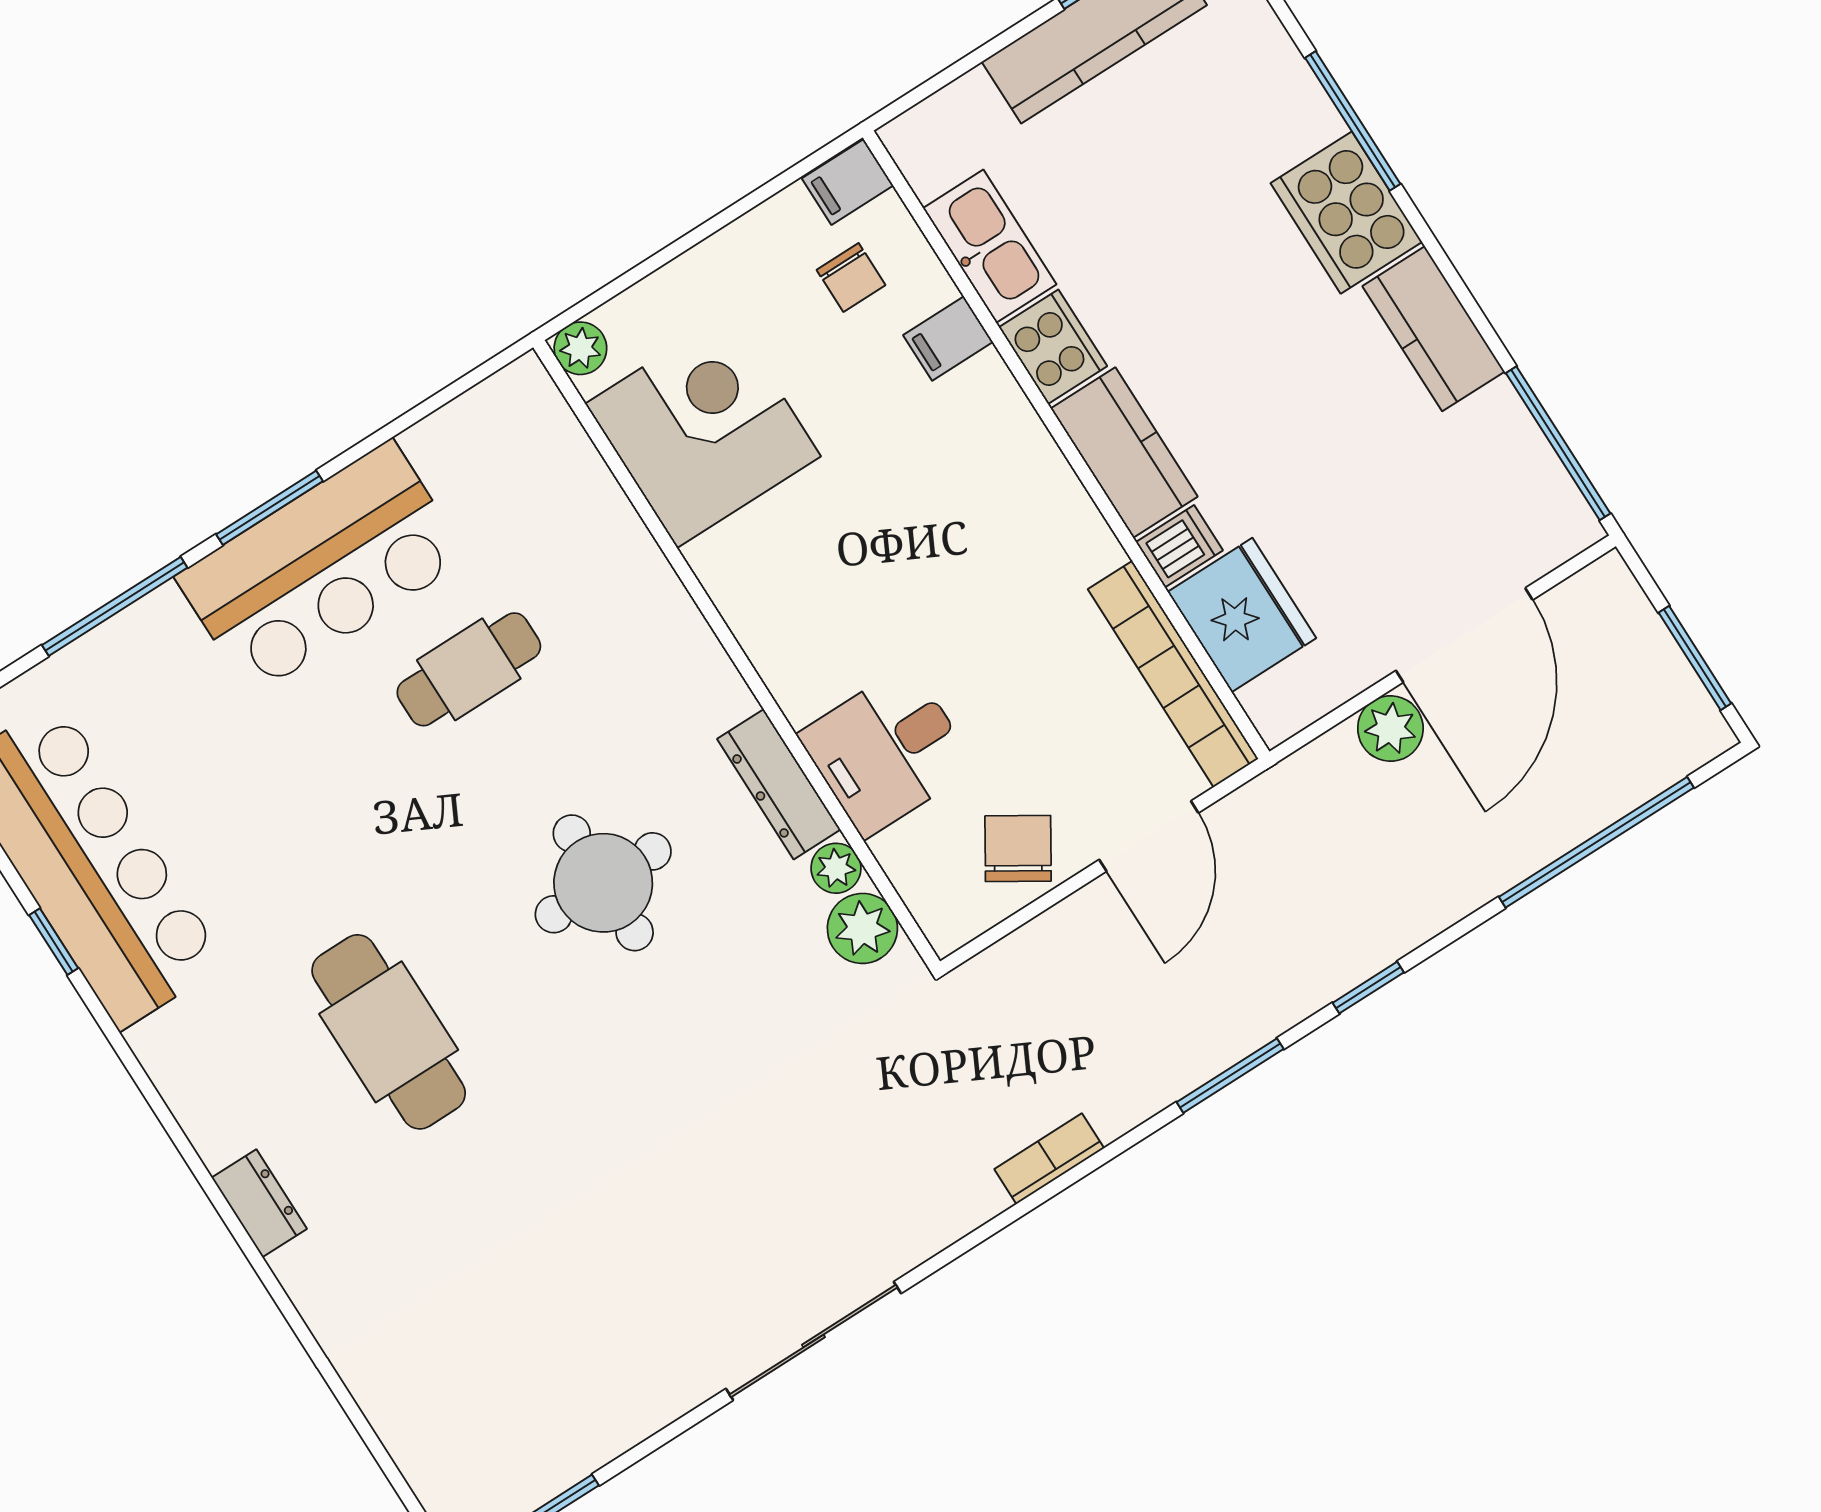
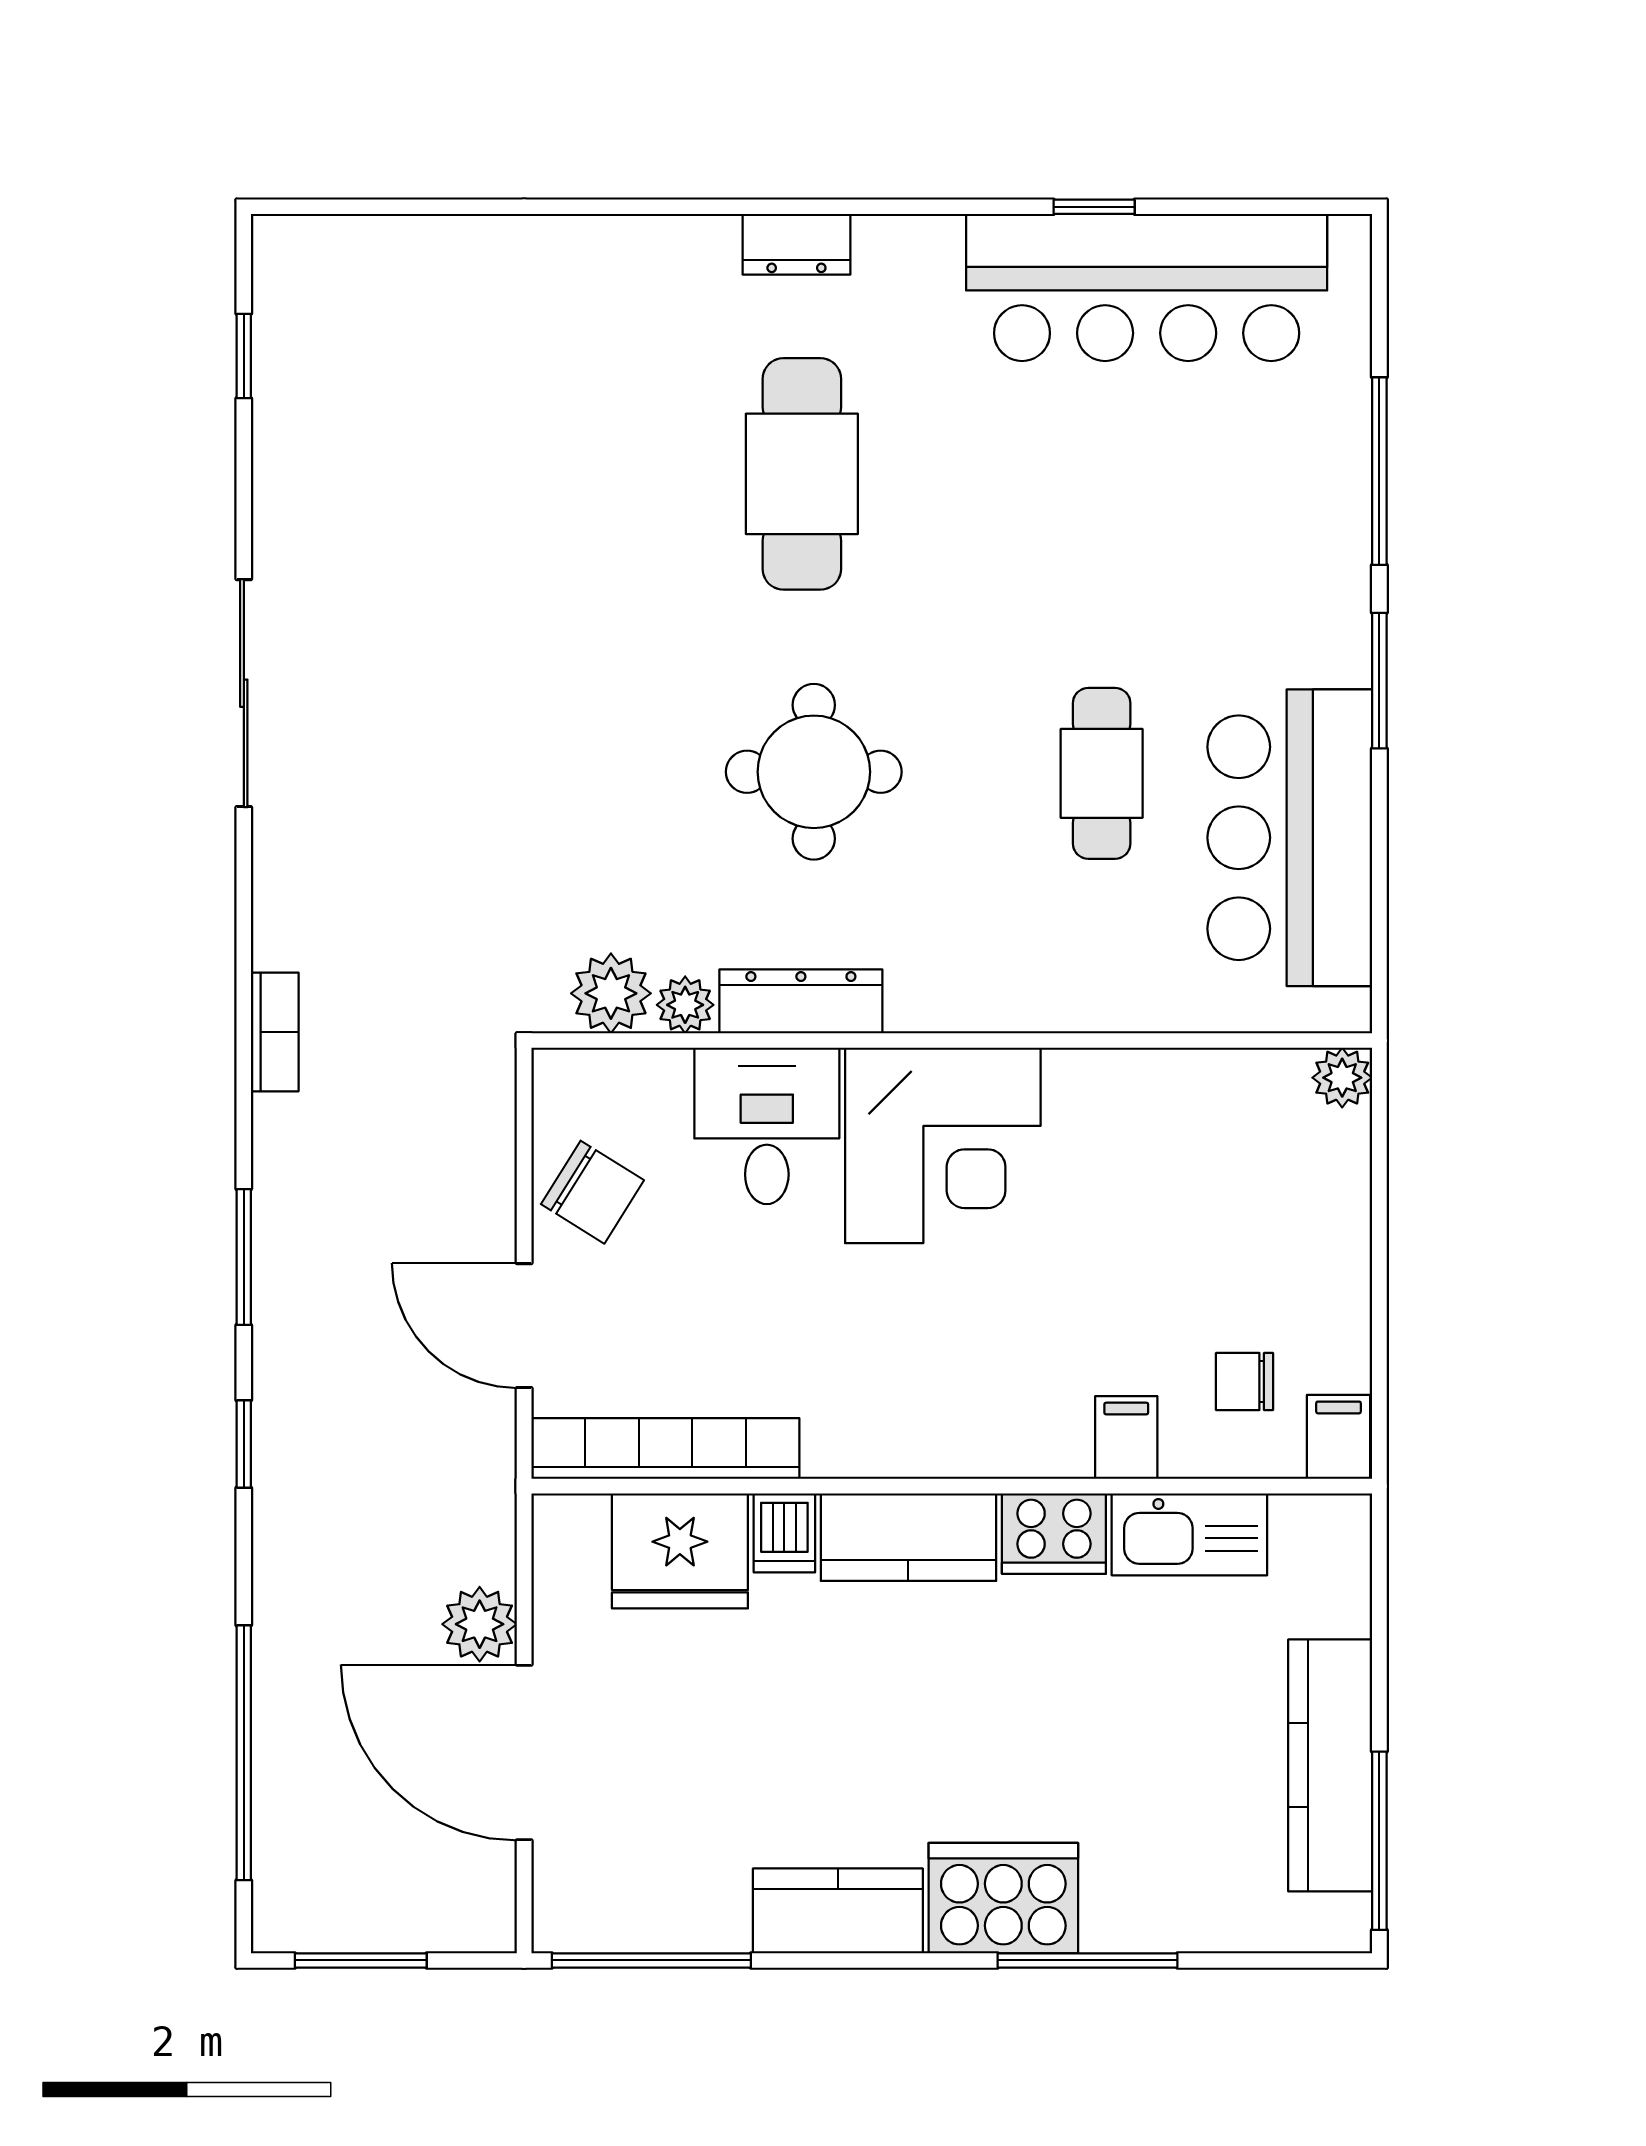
corner desk: (703, 430) -> (943, 1145), moved
bar counter: (322, 568) -> (1290, 838), moved
cafe table: (389, 1032) -> (802, 474), turned 90
dresser: (259, 1203) -> (796, 244), moved

